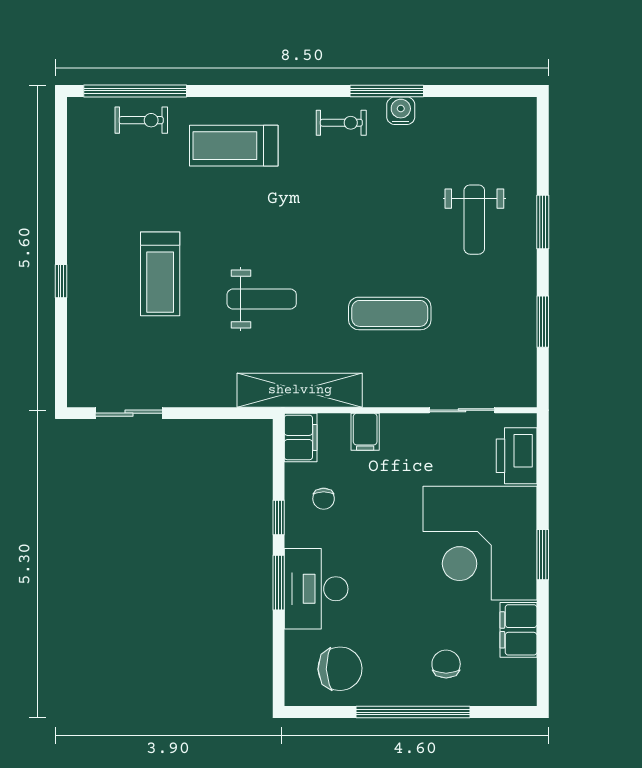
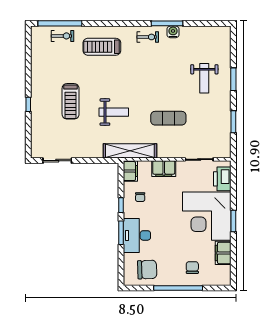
filing cabinet: (365, 432) -> (164, 169), width x2.00

